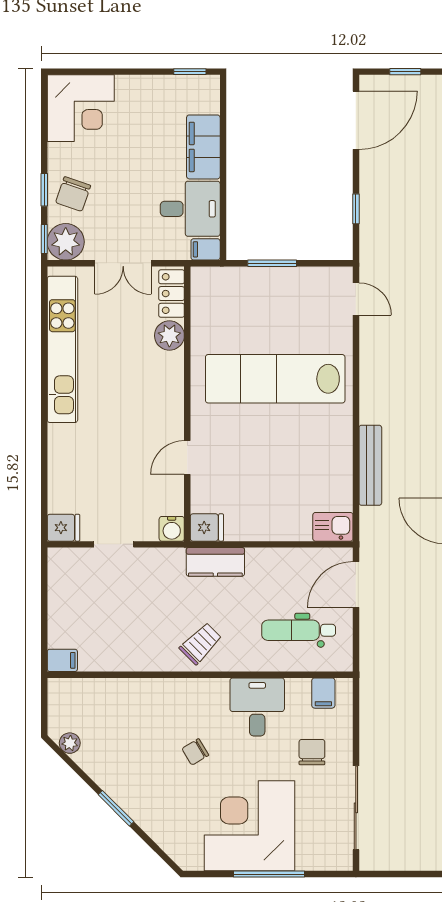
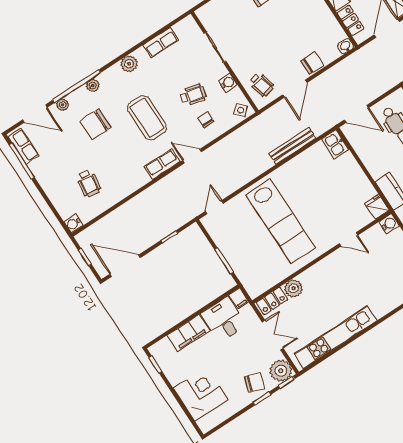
corner desk: (81, 108) -> (201, 394), moved

